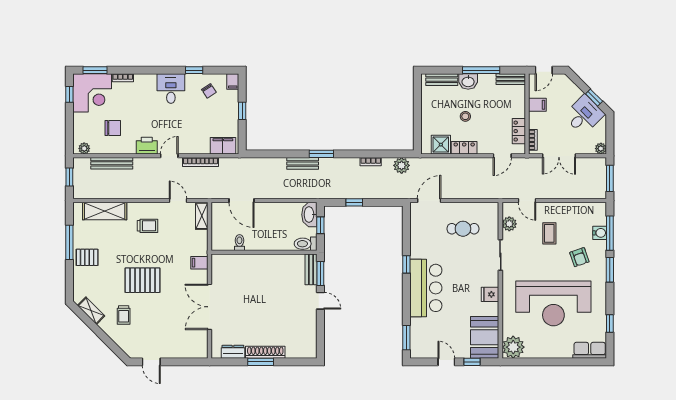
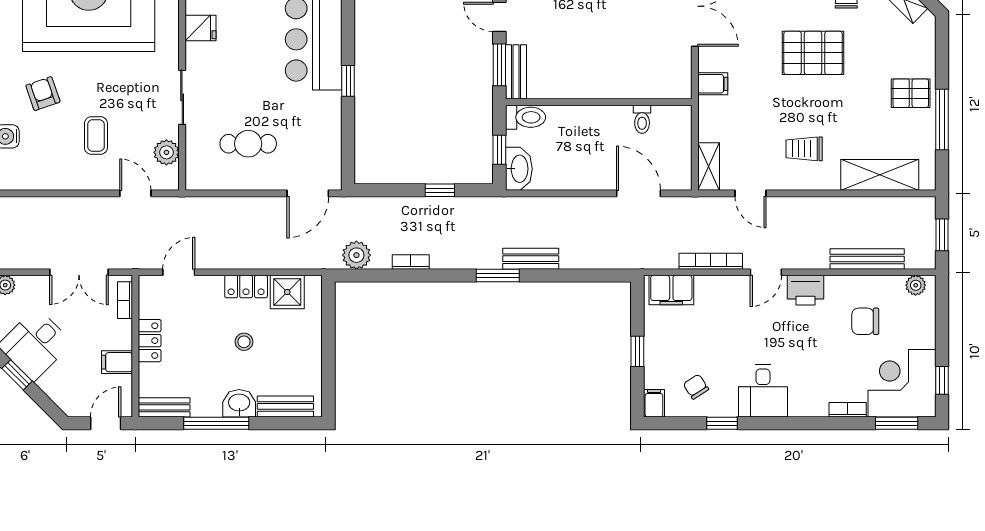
locker: (519, 131) -> (150, 341), moved
double door: (559, 156) -> (79, 272), swing flipped

